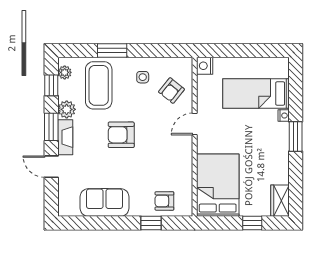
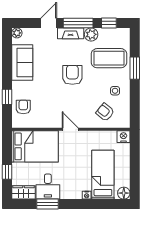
floor lamp: (281, 65) -> (124, 193), added
plant: (65, 72) -> (17, 33), moved
door: (195, 124) -> (70, 129), moved
window: (51, 127) -> (78, 23), width x1.44
window: (296, 137) -> (47, 204), moved
desk: (272, 168) -> (48, 187), added

